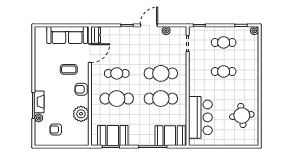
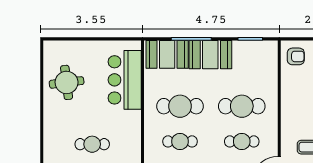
cafe table: (161, 73) -> (180, 141), width x0.73, depth x0.74
armchair: (81, 89) -> (296, 56), moved
plant: (81, 114) -> (292, 85), removed
booth: (113, 135) -> (210, 55), moved

